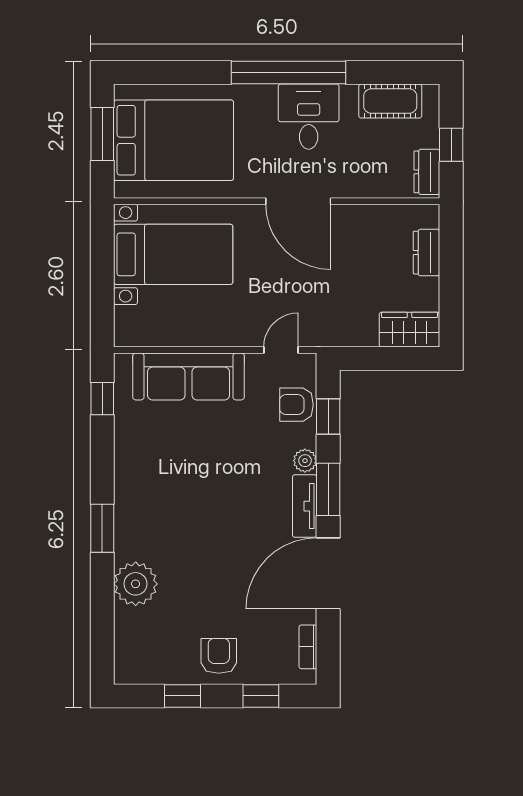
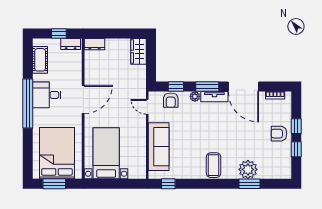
dresser: (427, 253) -> (94, 44), moved
coffee table: (146, 504) -> (214, 165), added
window: (102, 528) -> (250, 184), moved
window: (261, 696) -> (296, 126), moved

